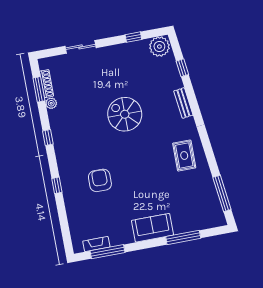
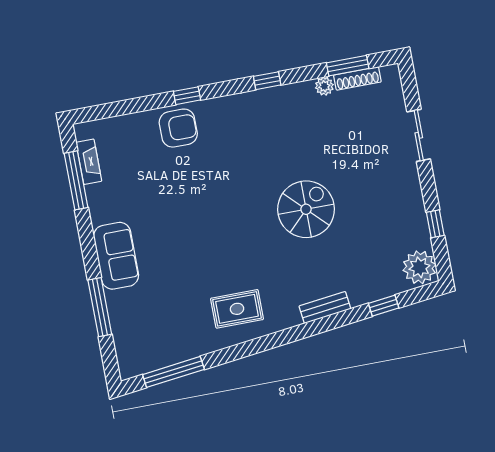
armchair: (100, 180) -> (178, 128), moved

